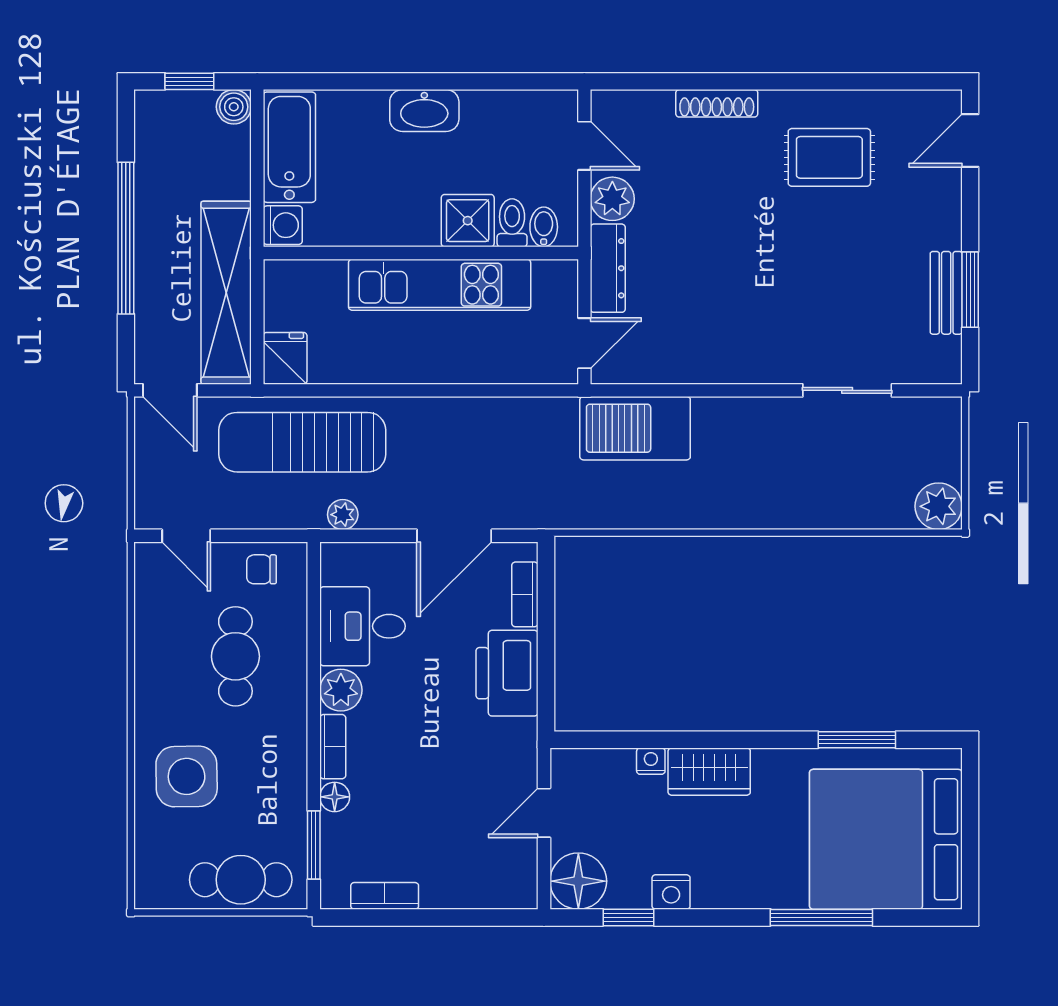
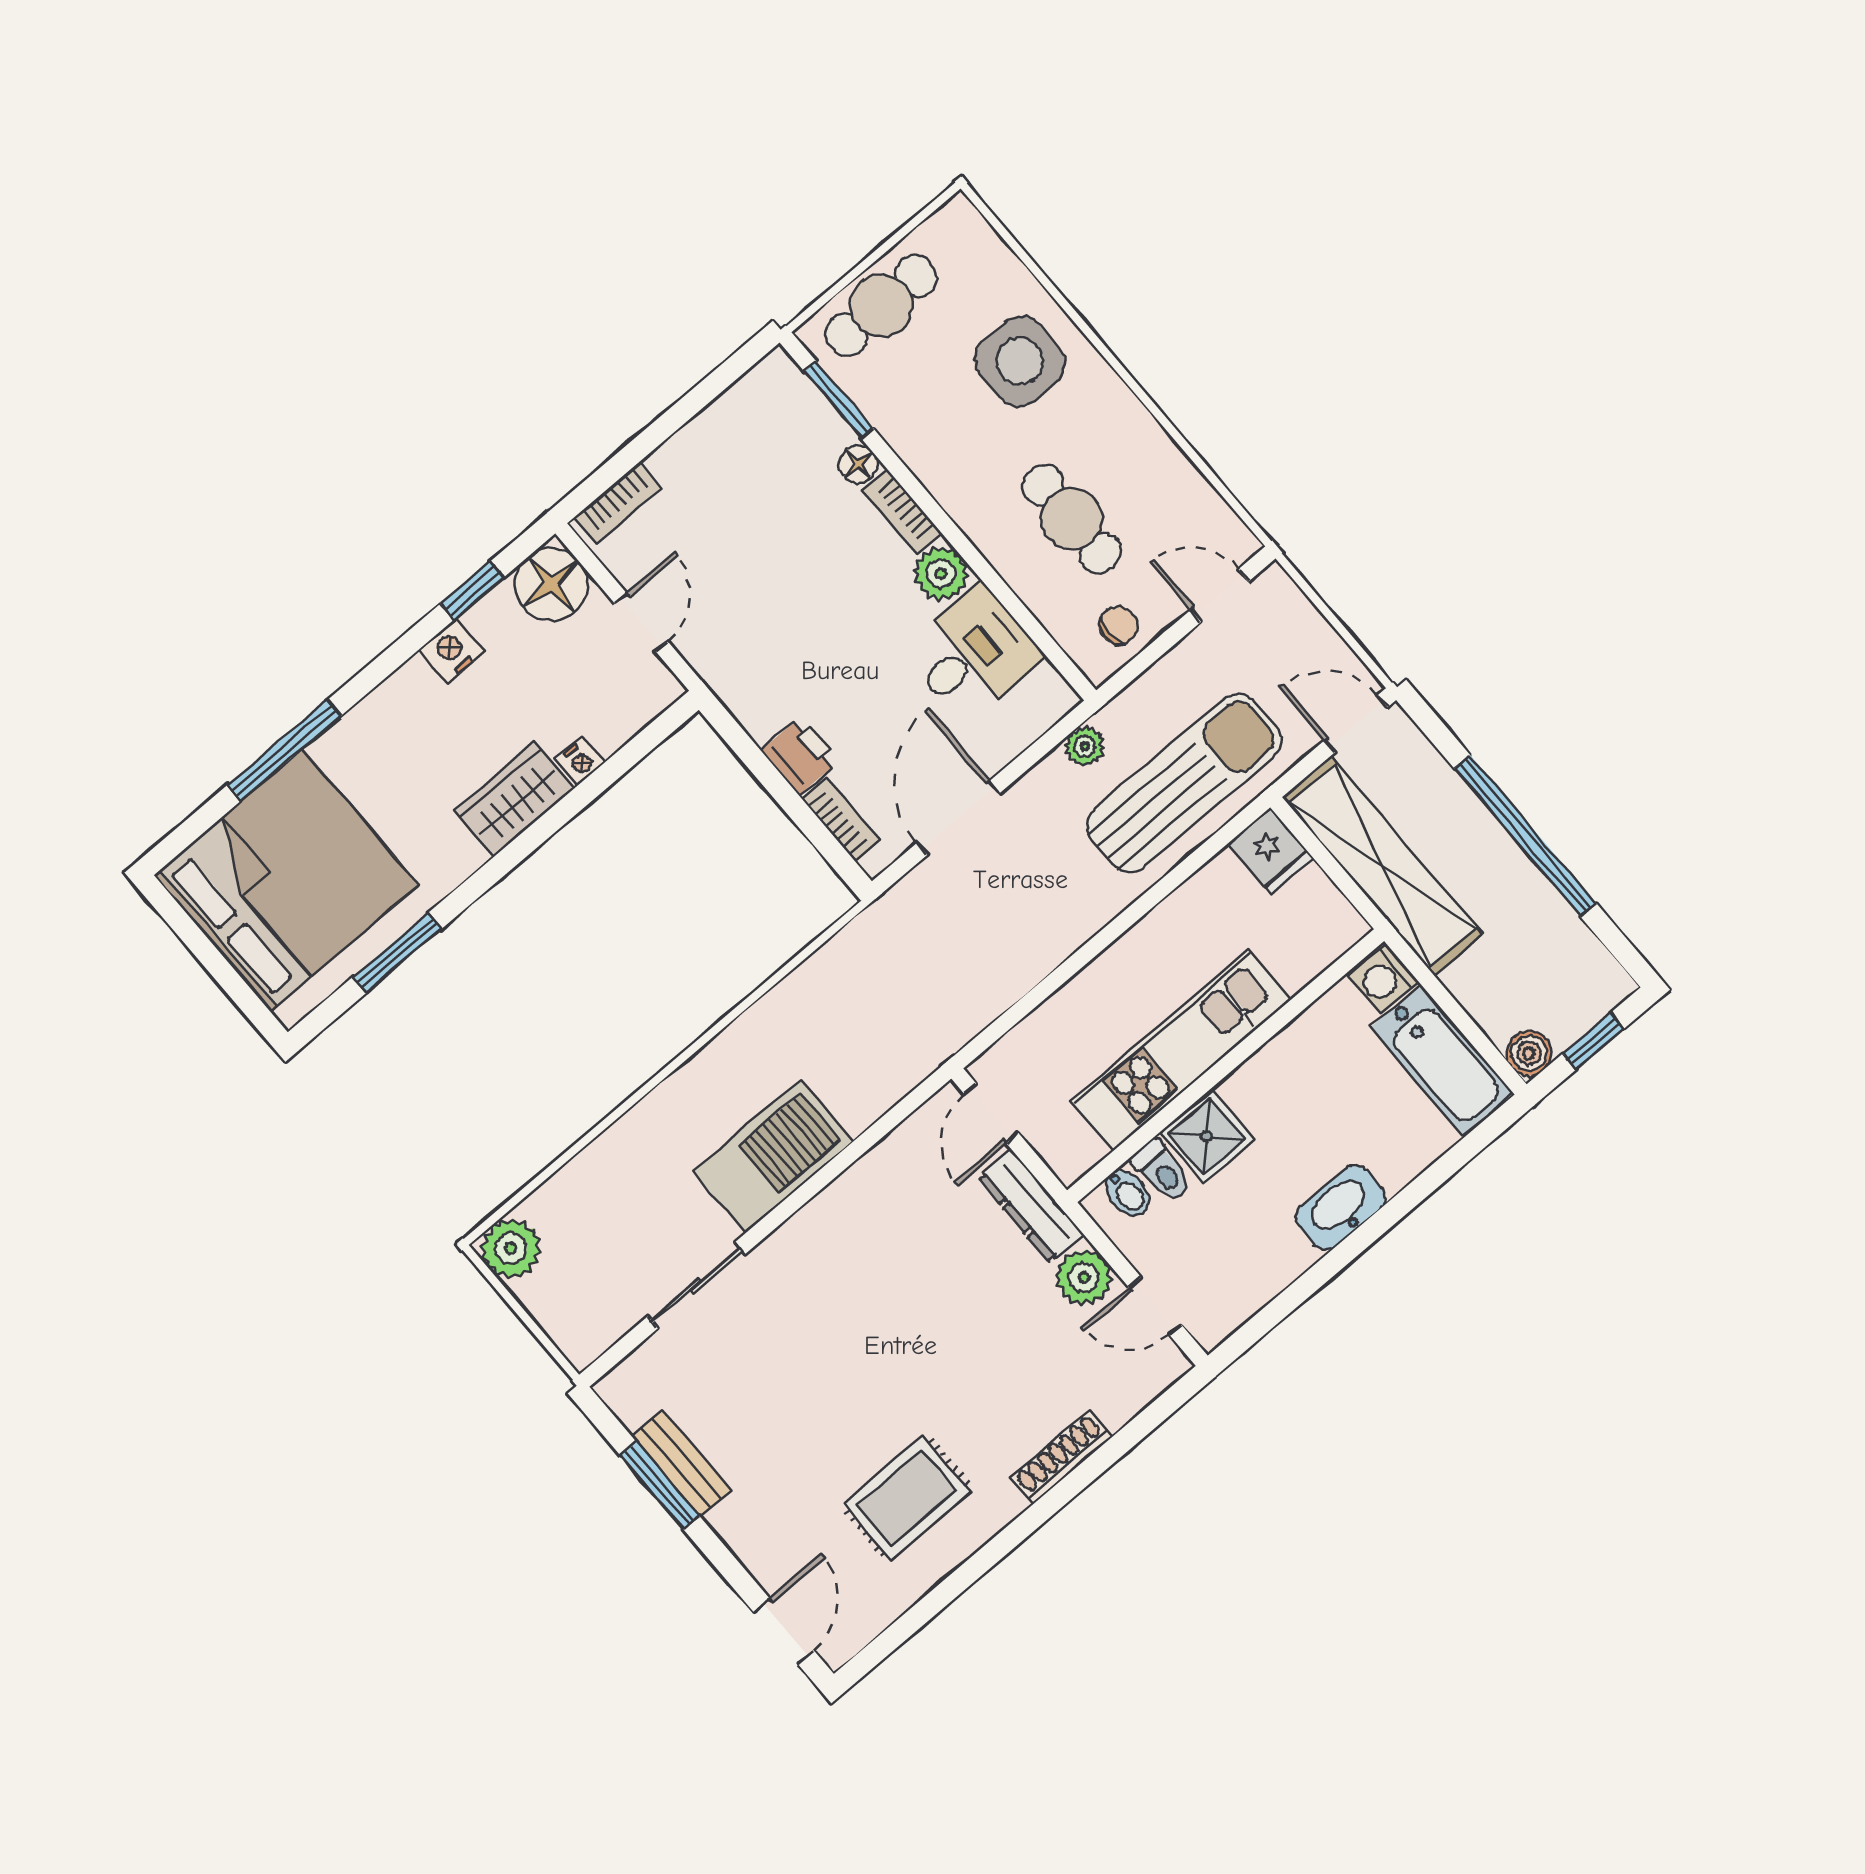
barbecue: (635, 428) -> (773, 1156), moved
printer: (507, 673) -> (800, 756), width x0.53, depth x0.68
bookcase: (385, 896) -> (618, 503), moved

